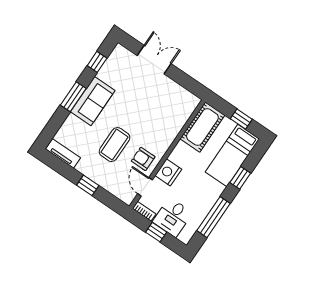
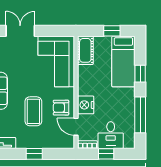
corner sofa: (169, 112) -> (56, 62), added
cot: (202, 127) -> (85, 50), width x0.73, depth x0.75

